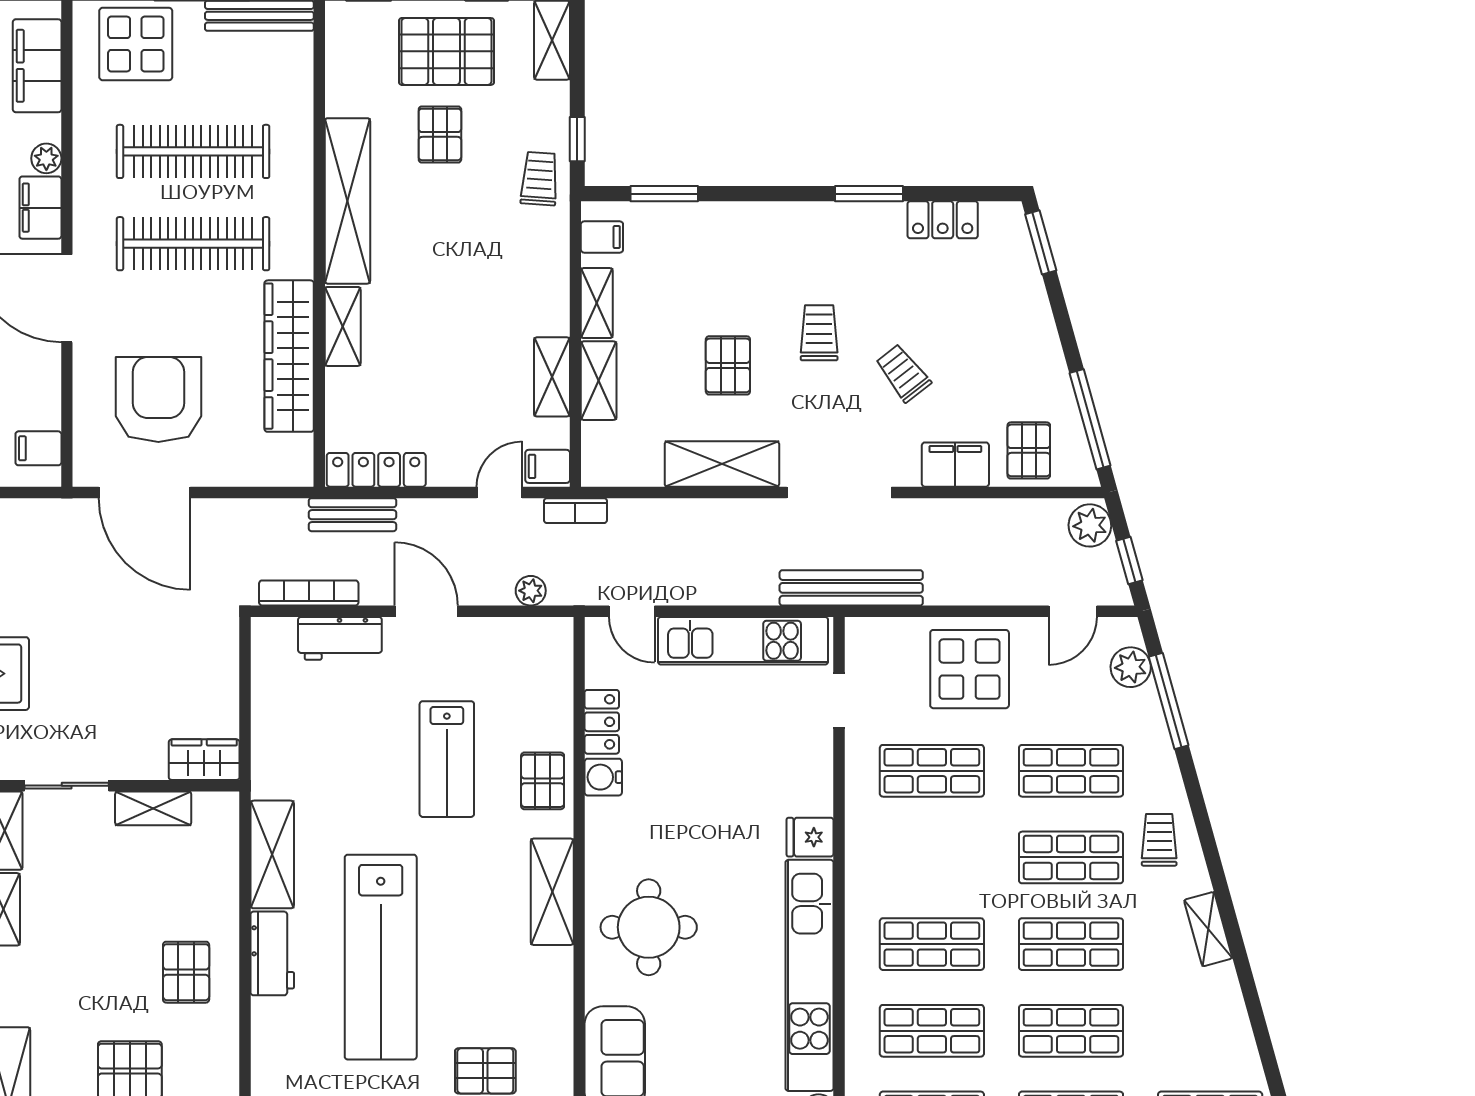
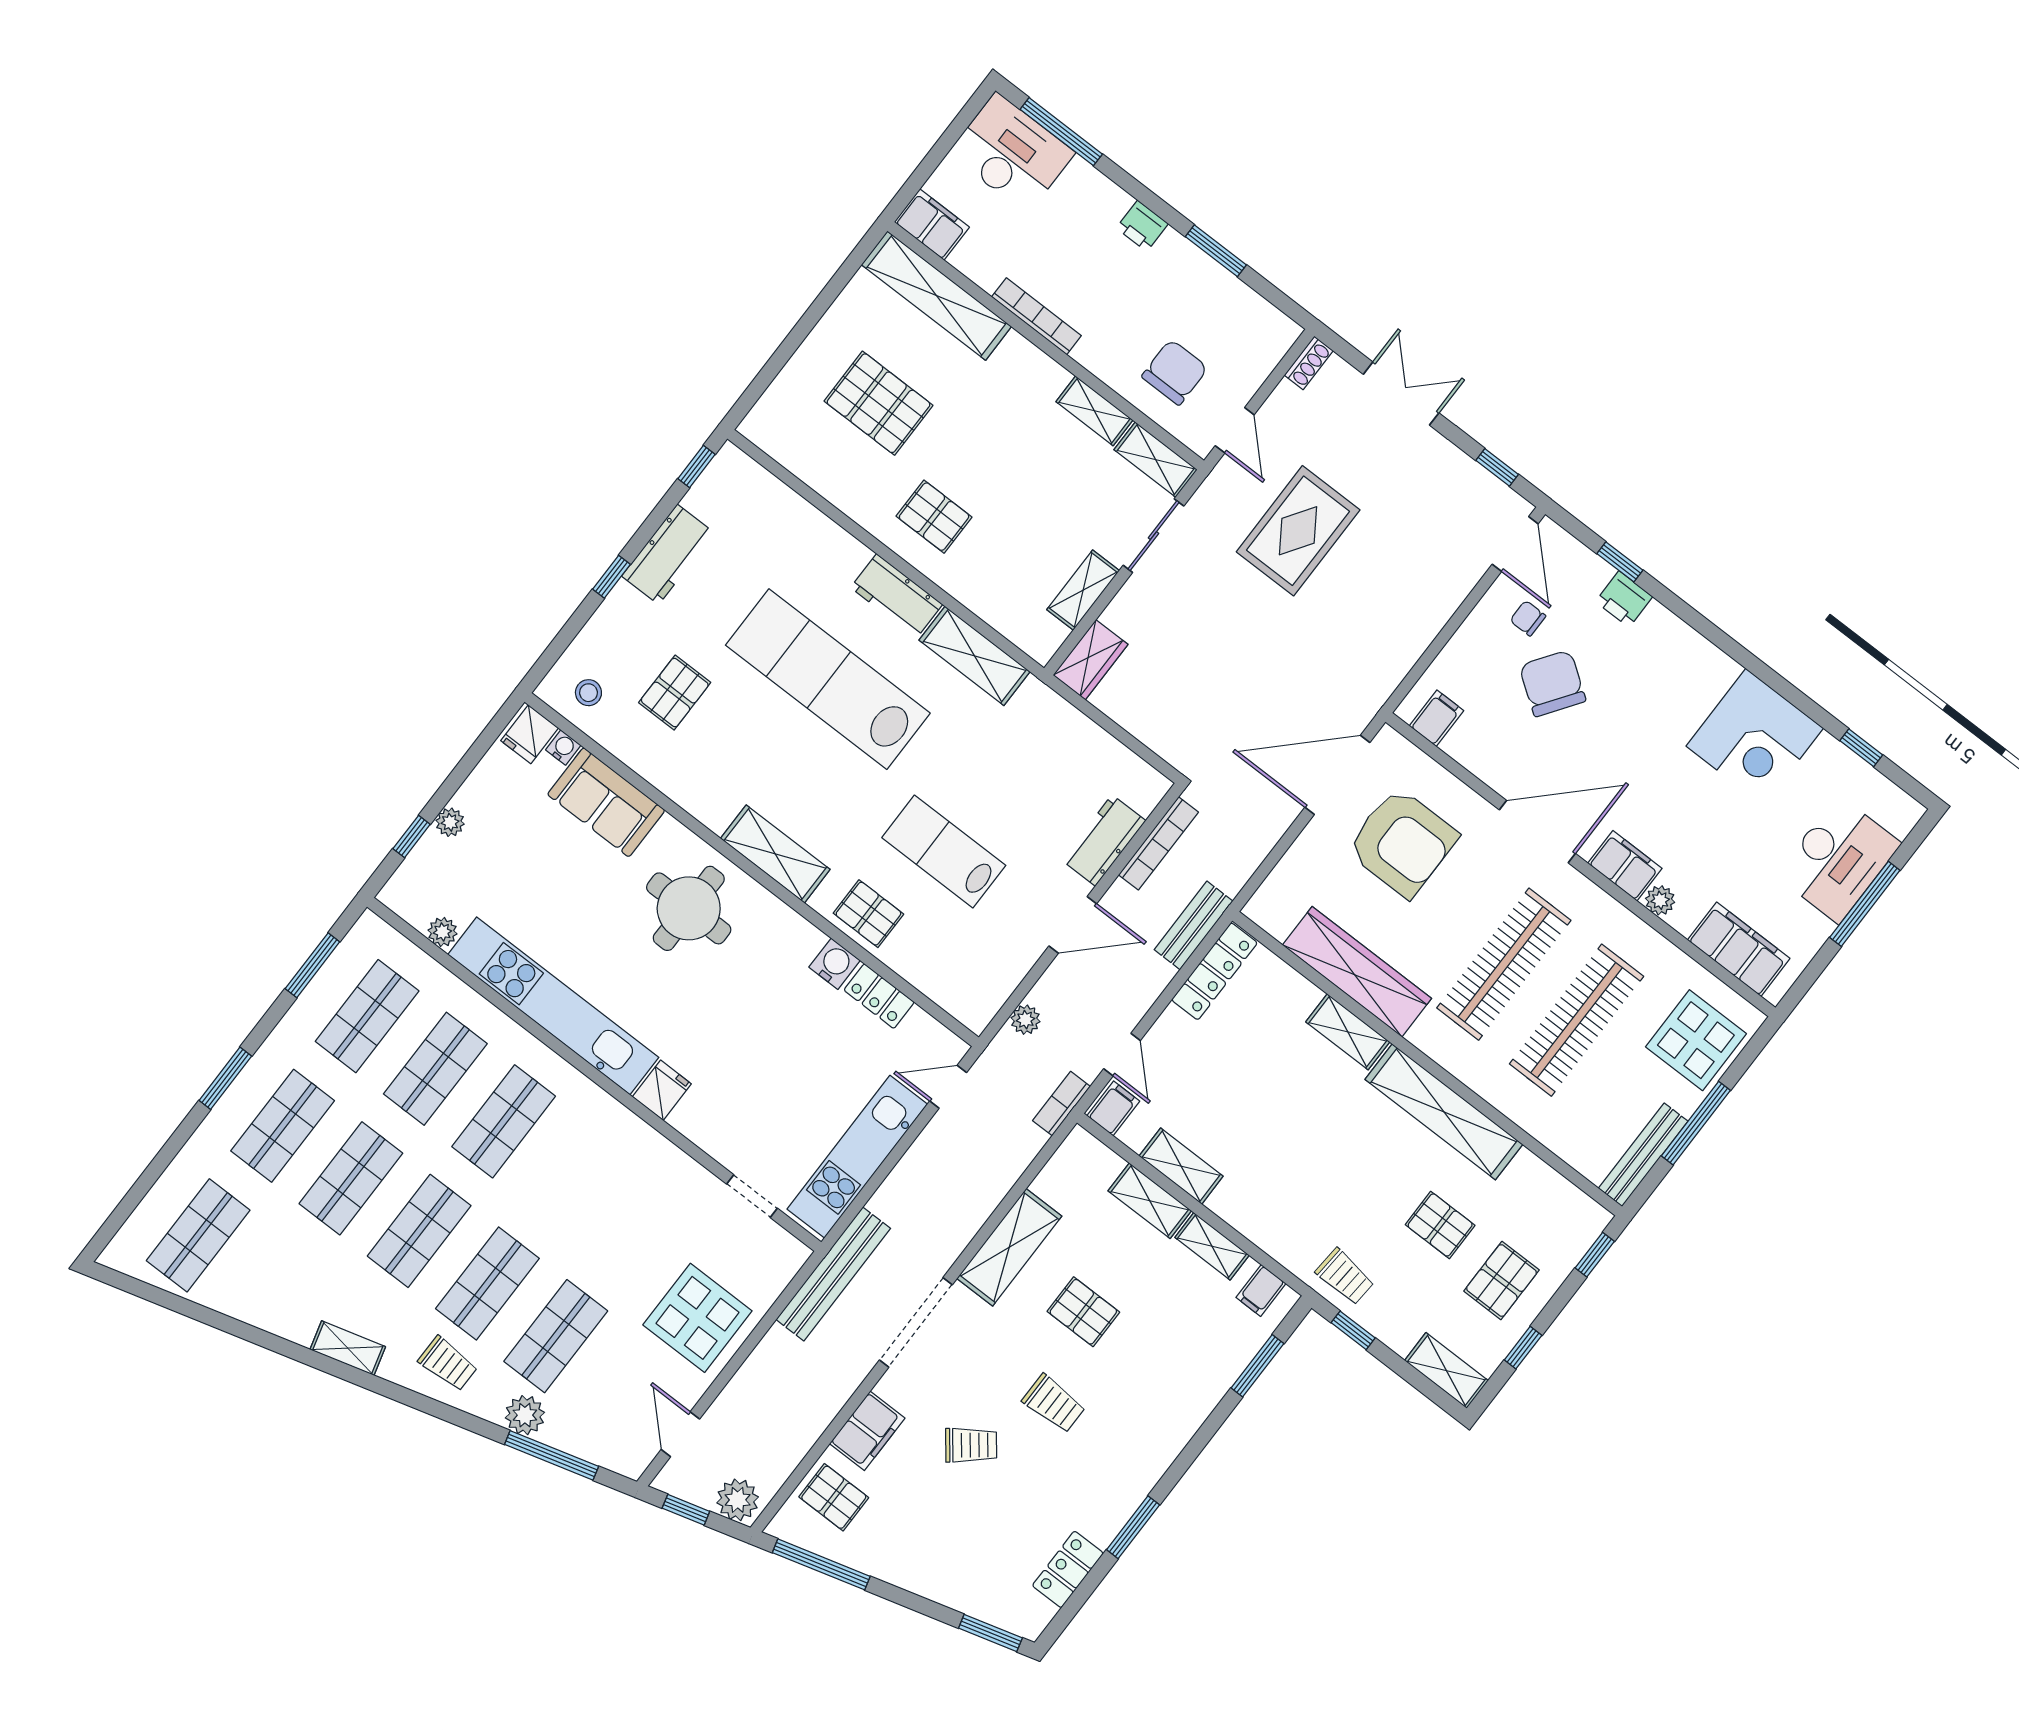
pallet: (446, 51) -> (1501, 1281), width x0.67, depth x0.71
plant: (1131, 667) -> (525, 1415), moved
shop shelf: (932, 771) -> (640, 1226), removed

